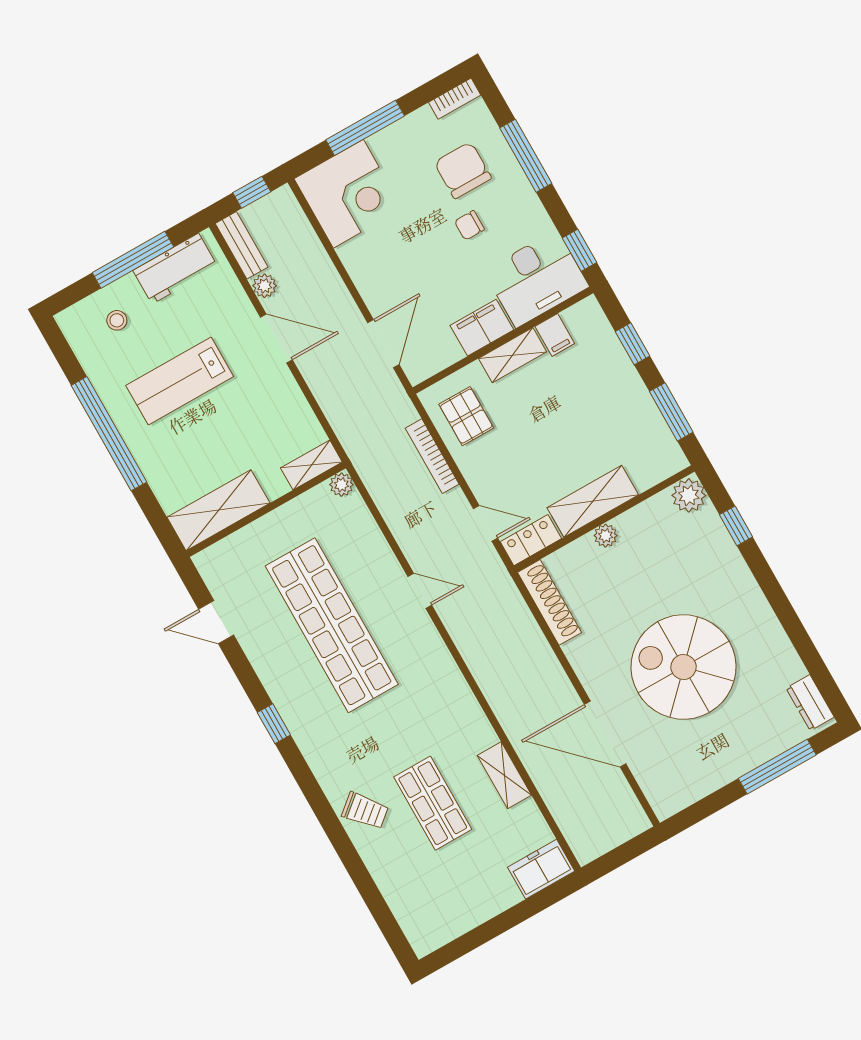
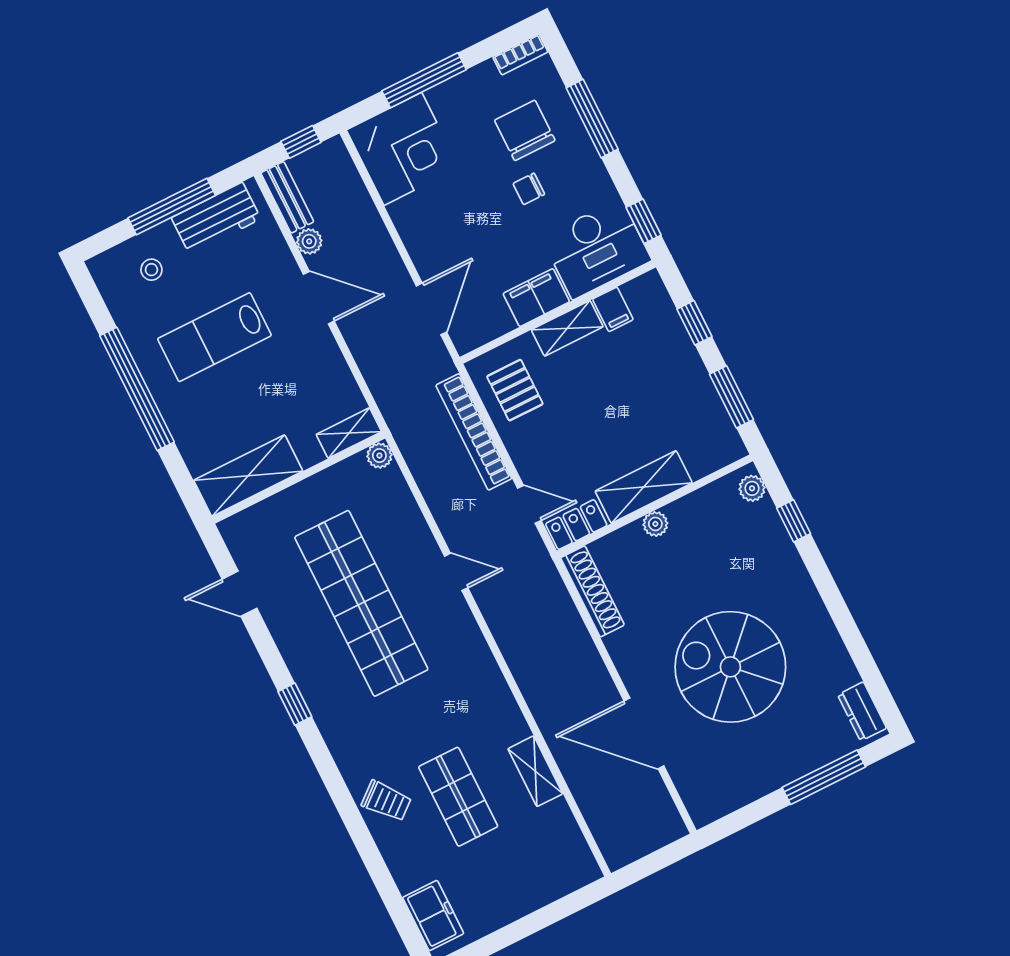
bookcase: (432, 456) -> (474, 432), width x1.48, depth x1.31
plant: (689, 495) -> (752, 488), width x0.73, depth x0.73
freezer: (541, 869) -> (433, 915), moved, turned 90

